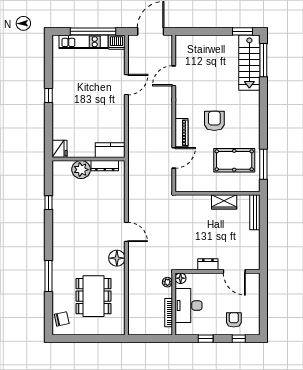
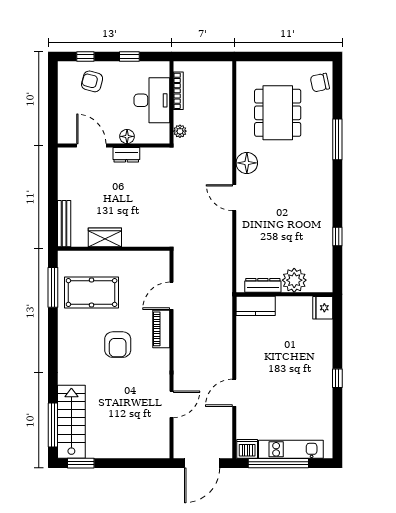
floor lamp: (181, 278) -> (127, 136), moved
armchair: (234, 320) -> (92, 81), turned 105

